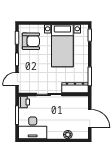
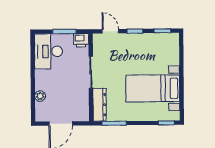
armchair: (31, 41) -> (158, 48), removed

